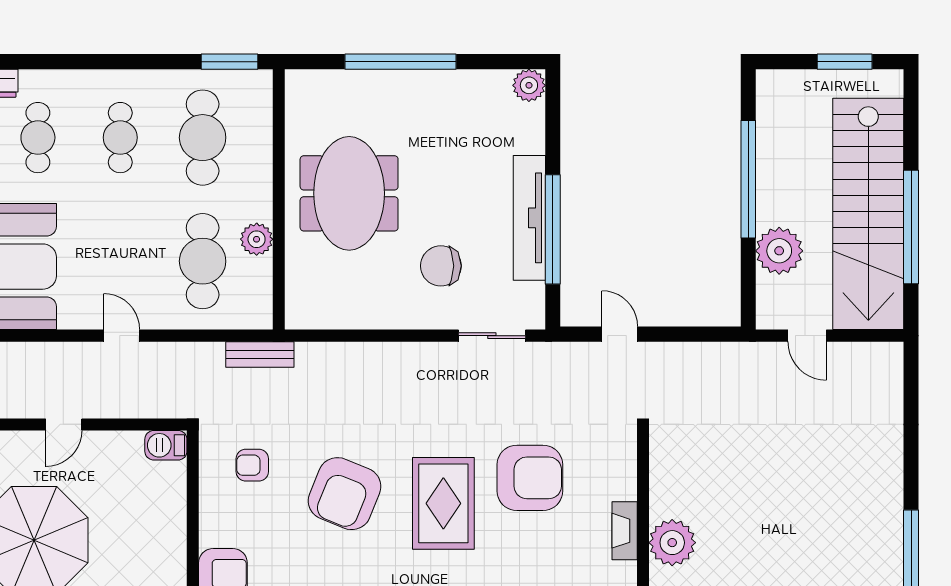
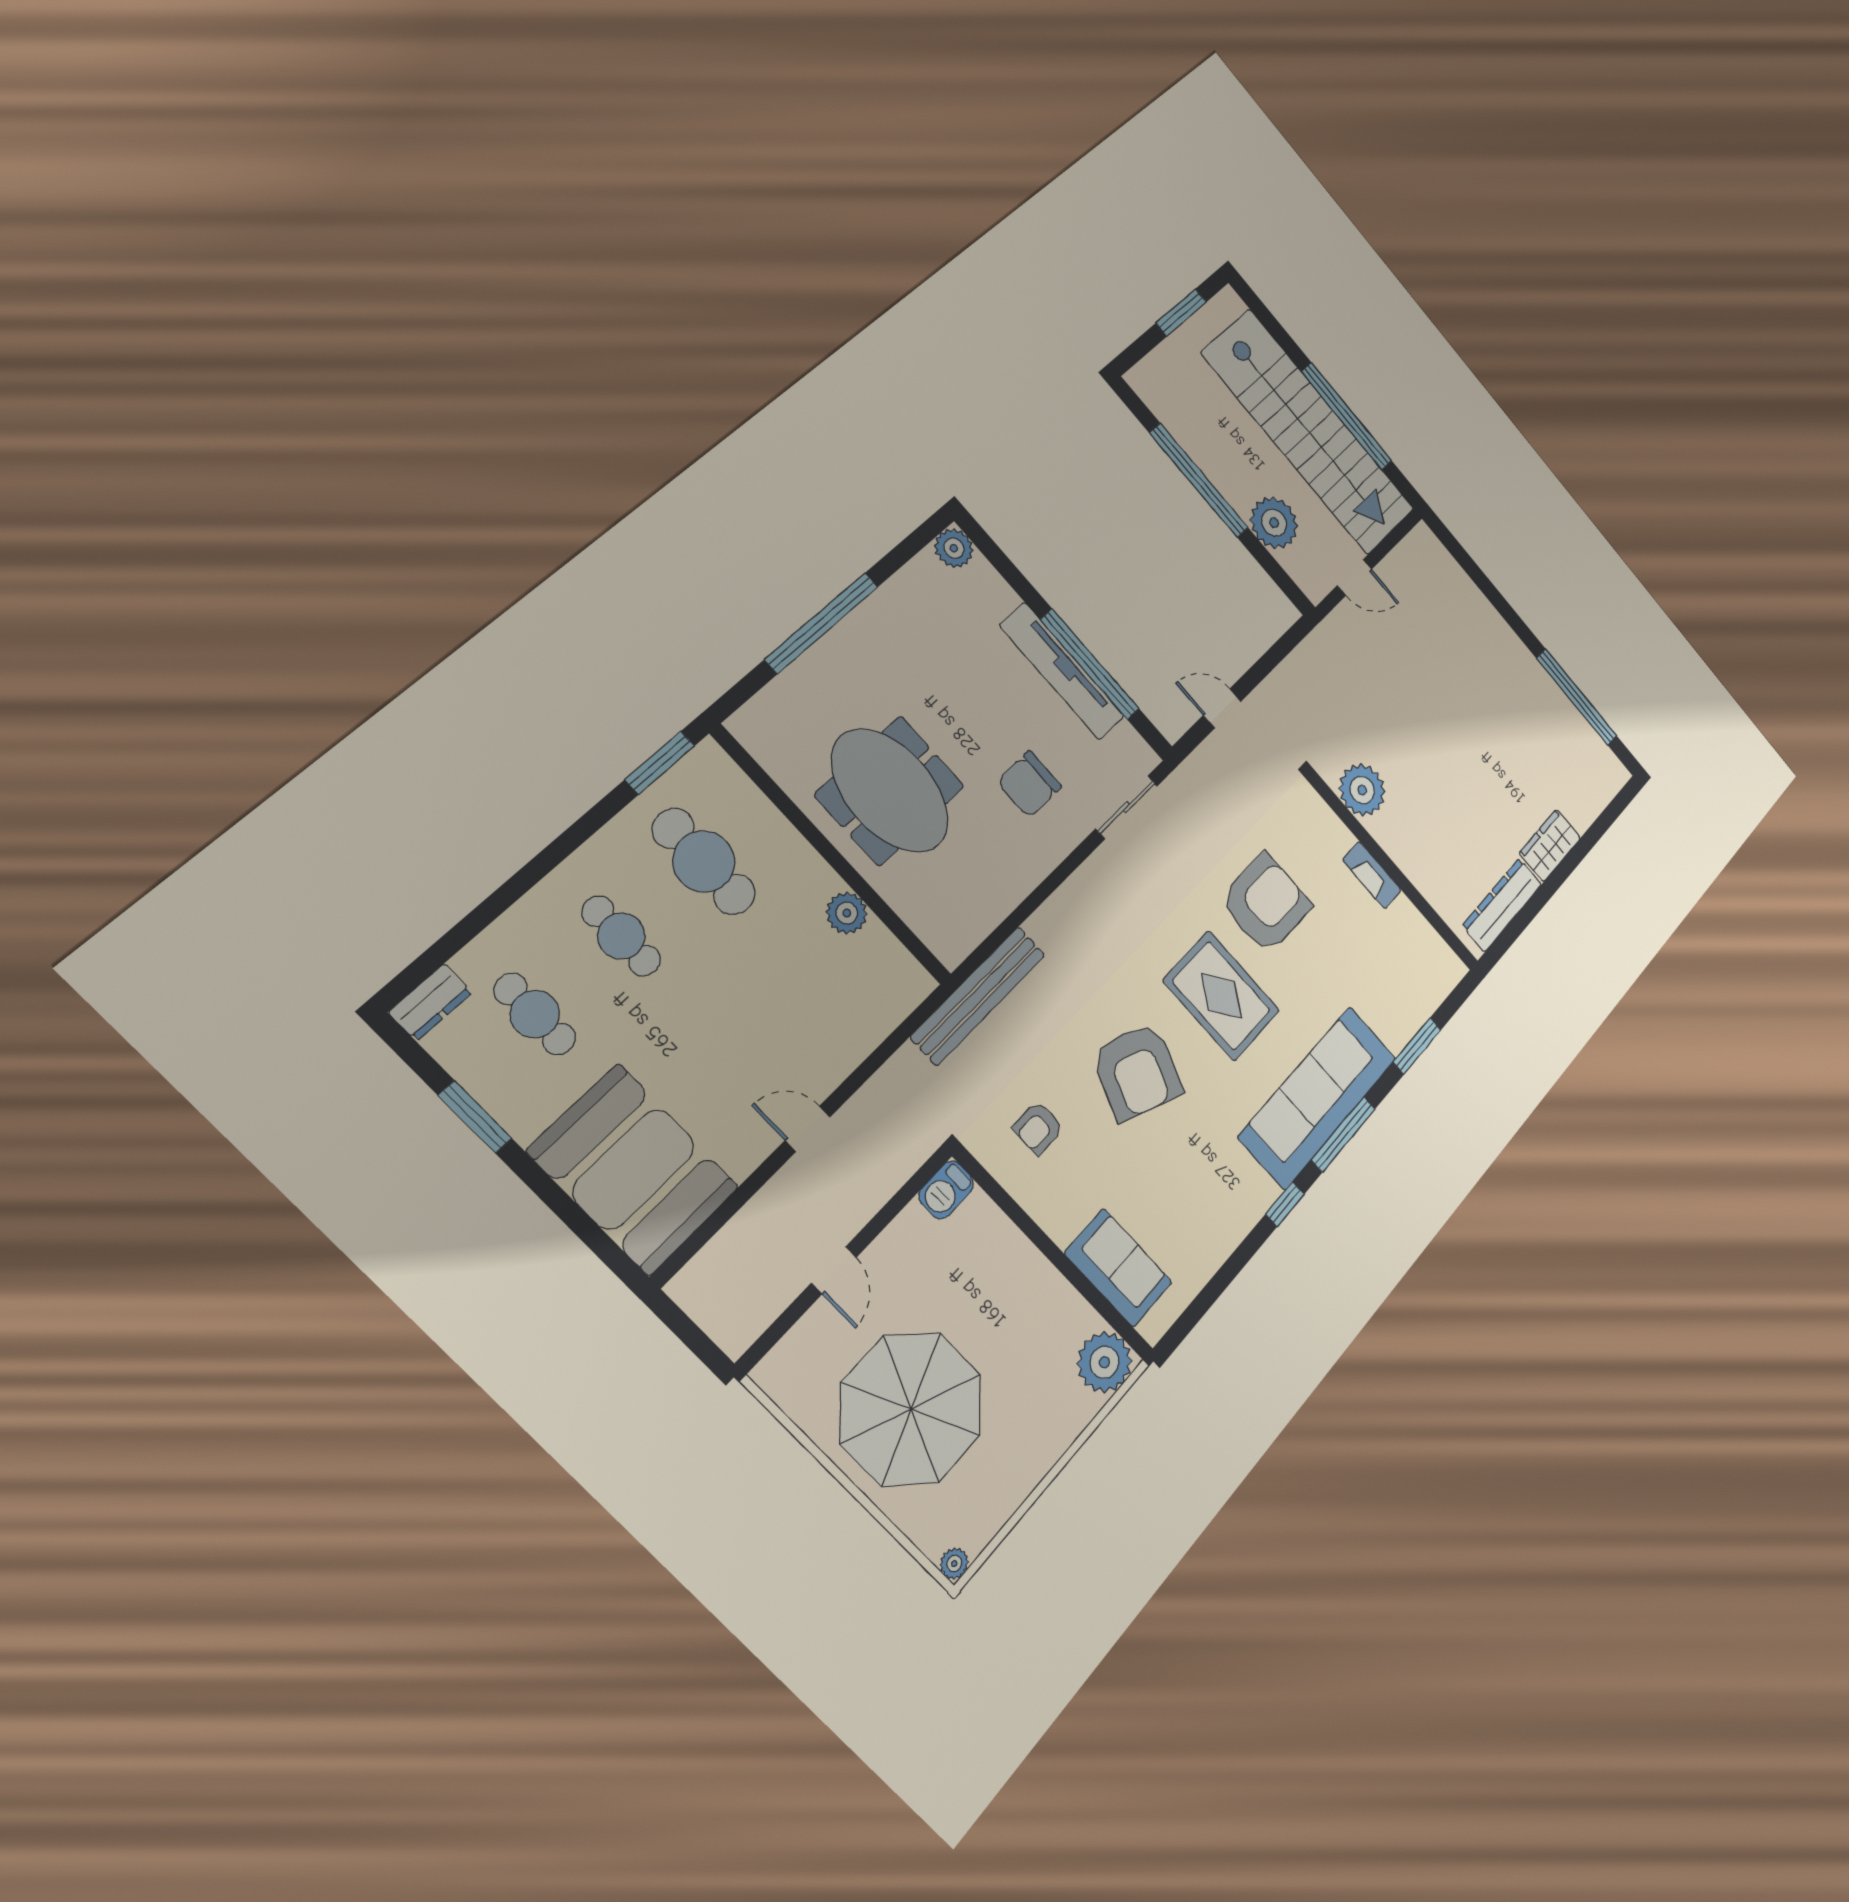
cafe table: (203, 261) -> (816, 982), removed
bench: (260, 354) -> (978, 996), width x1.86, depth x1.21
plant: (672, 543) -> (1362, 790), moved

